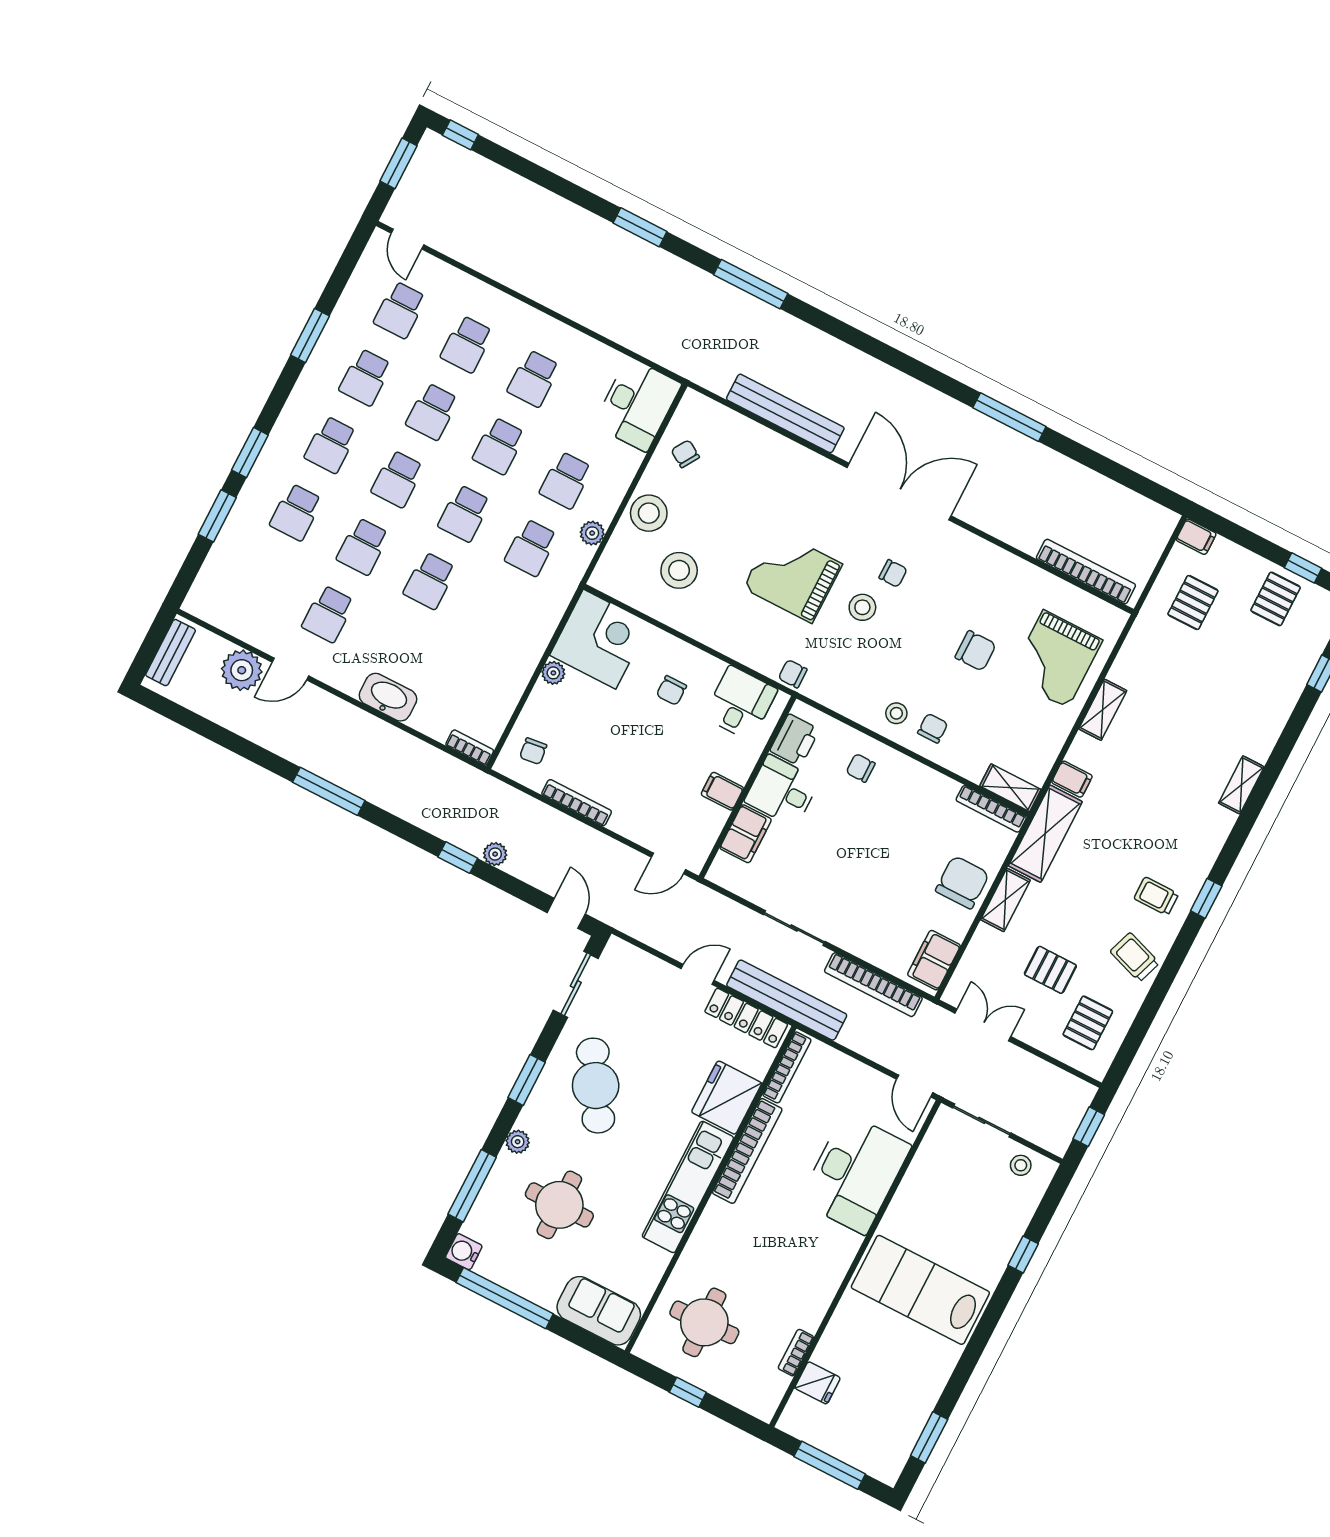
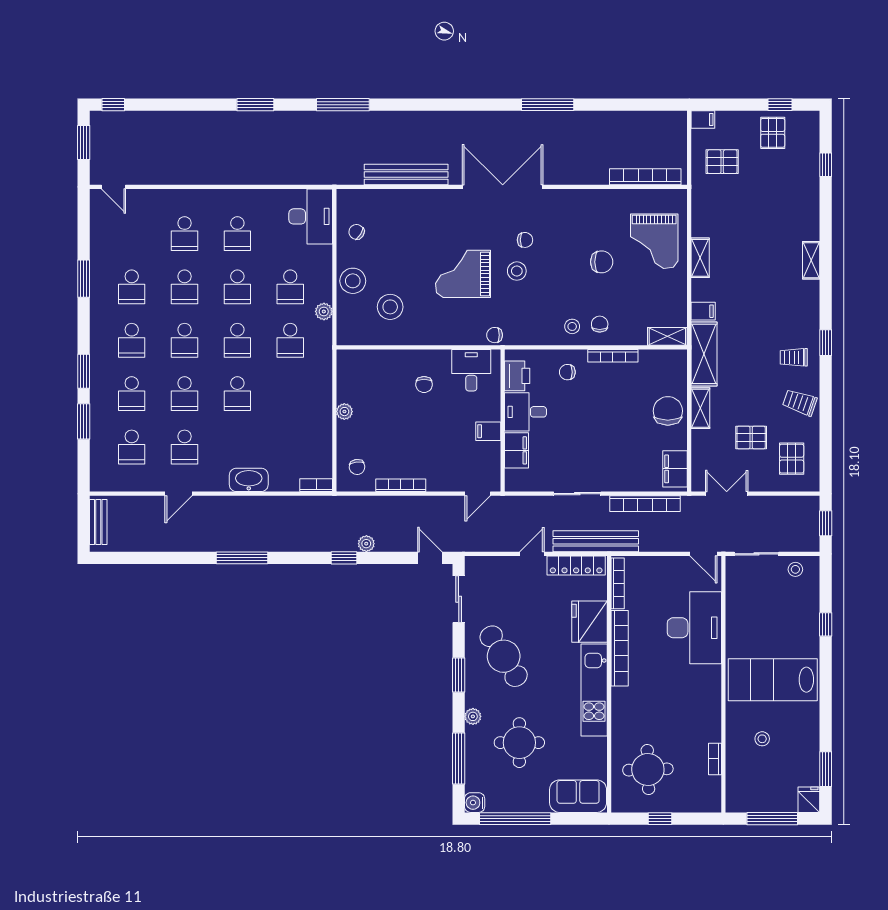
school desk: (400, 310) -> (132, 447), moved
pallet: (1193, 602) -> (722, 162), turned 90
corner desk: (600, 639) -> (363, 376), removed
plant: (242, 670) -> (149, 510), removed
bookcase: (991, 809) -> (613, 356), moved
stool: (869, 1358) -> (762, 739), added
fridge: (817, 1383) -> (809, 800), moved, turned -90

